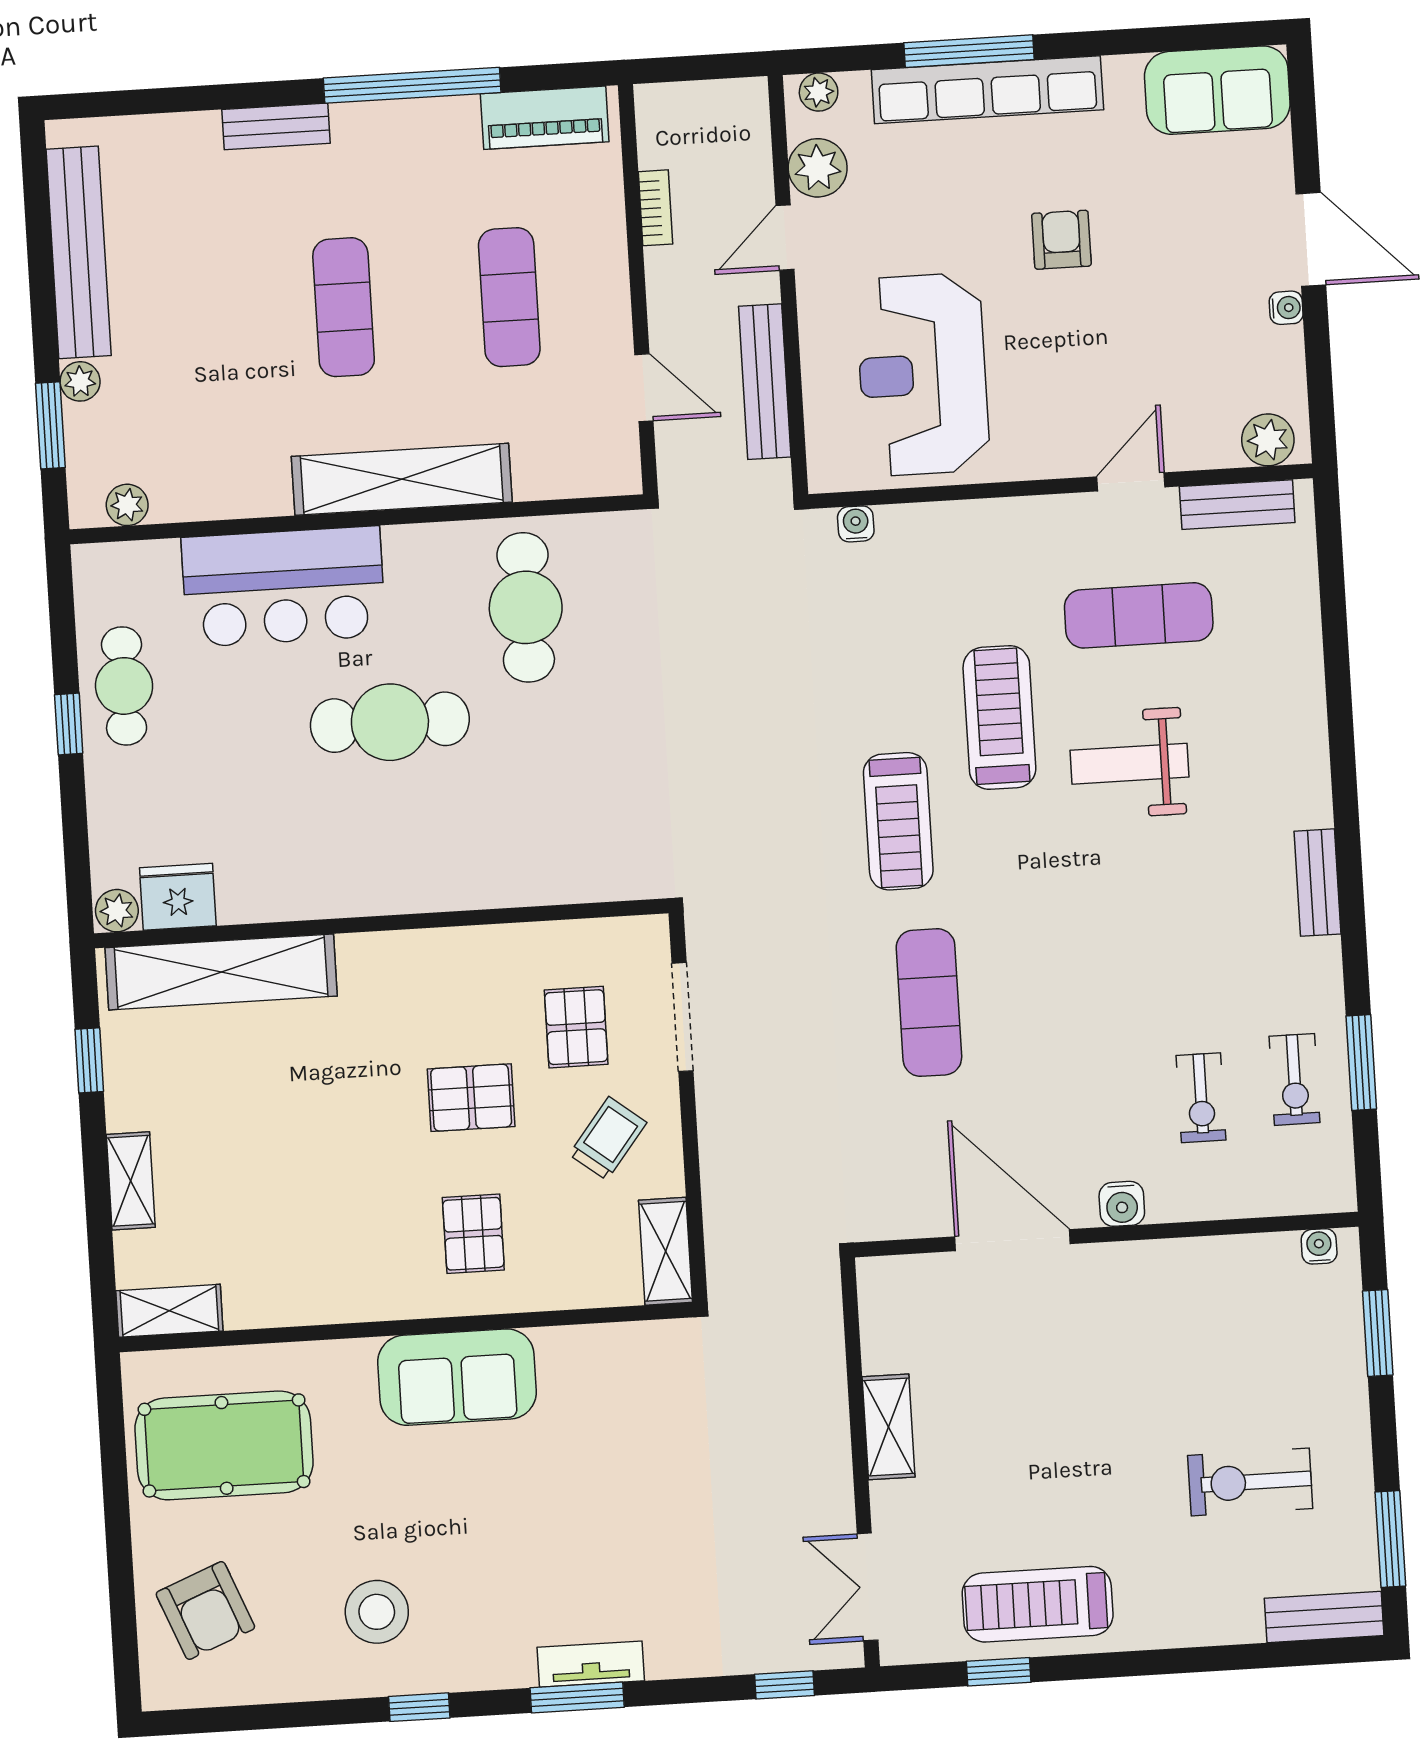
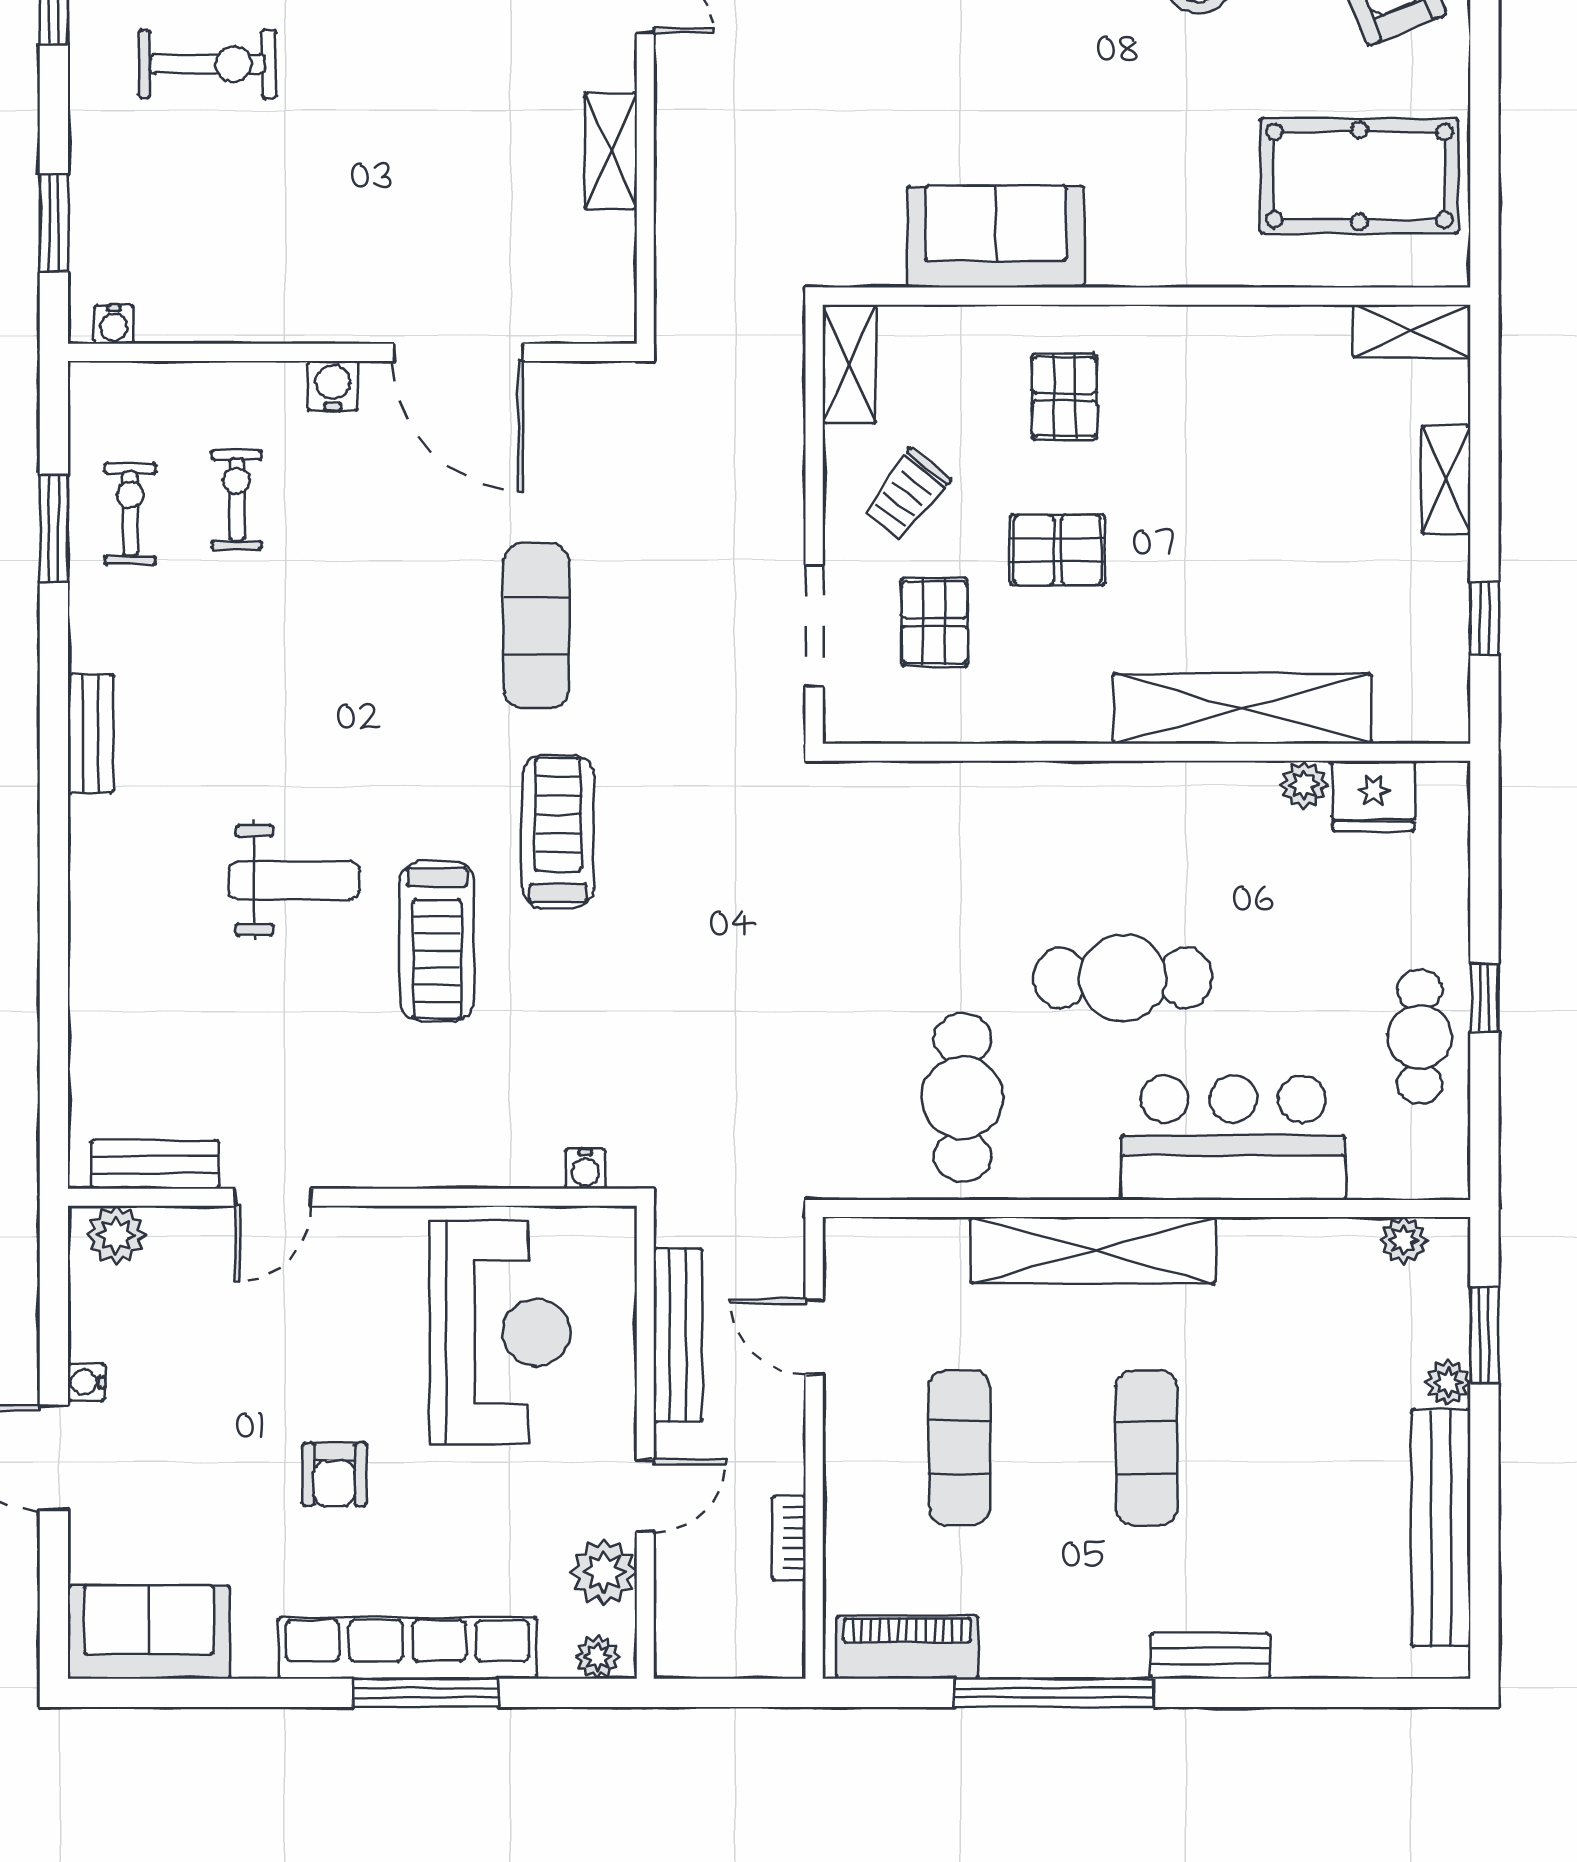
exercise mat: (1139, 615) -> (273, 1047), removed
plant: (117, 911) -> (1304, 785), moved
shelving: (221, 972) -> (1242, 709), moved
sofa: (457, 1377) -> (996, 237), moved

